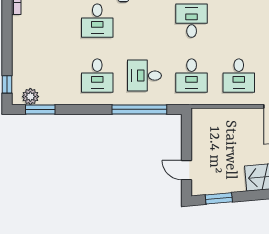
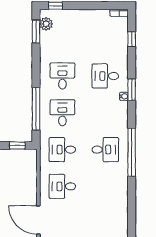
desk: (97, 76) -> (62, 76), turned 90
window: (186, 133) -> (17, 146), added

